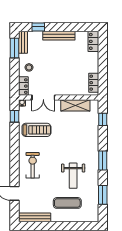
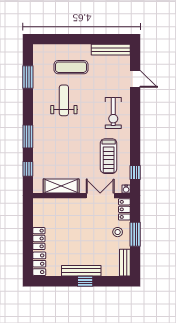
window: (38, 27) -> (85, 281), moved
window: (15, 48) -> (135, 234), moved
locker: (94, 83) -> (39, 239), moved
treadmill: (36, 130) -> (109, 156), turned -90
window: (103, 161) -> (28, 136), moved

